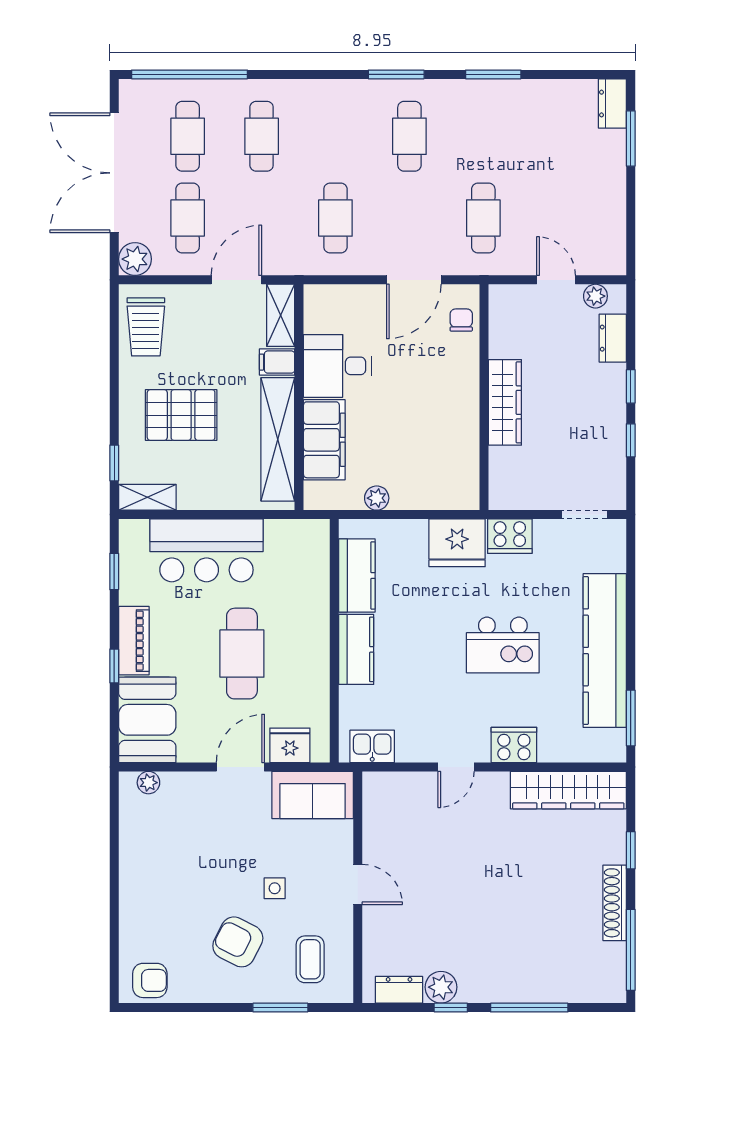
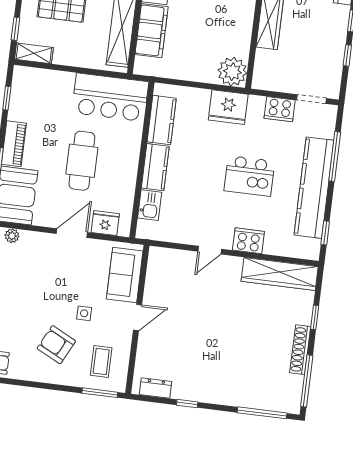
plant: (377, 498) -> (232, 72), moved, width x1.88, depth x1.88
cooker: (510, 536) -> (280, 109), moved
bar counter: (206, 550) -> (110, 97), moved
window: (631, 599) -> (335, 157), added
window: (631, 718) -> (325, 233), width x0.67
kitchen sink: (372, 746) -> (150, 205), moved, turned 90
sofa: (313, 795) -> (125, 275), moved, turned 90
door: (358, 884) -> (138, 317), hinge flipped
plant: (441, 987) -> (183, 390), removed
window: (280, 1008) -> (100, 393), moved
window: (529, 1008) -> (262, 413), moved

